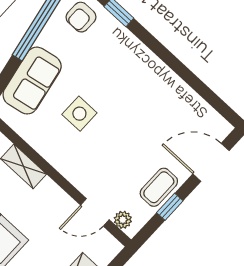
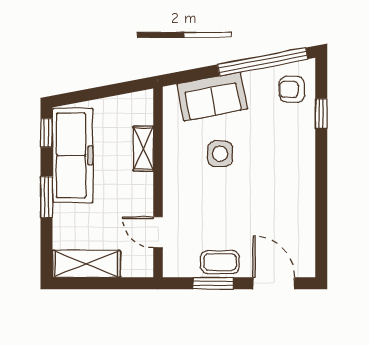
window: (170, 207) -> (213, 283), width x1.50
plant: (123, 220) -> (172, 258), removed

